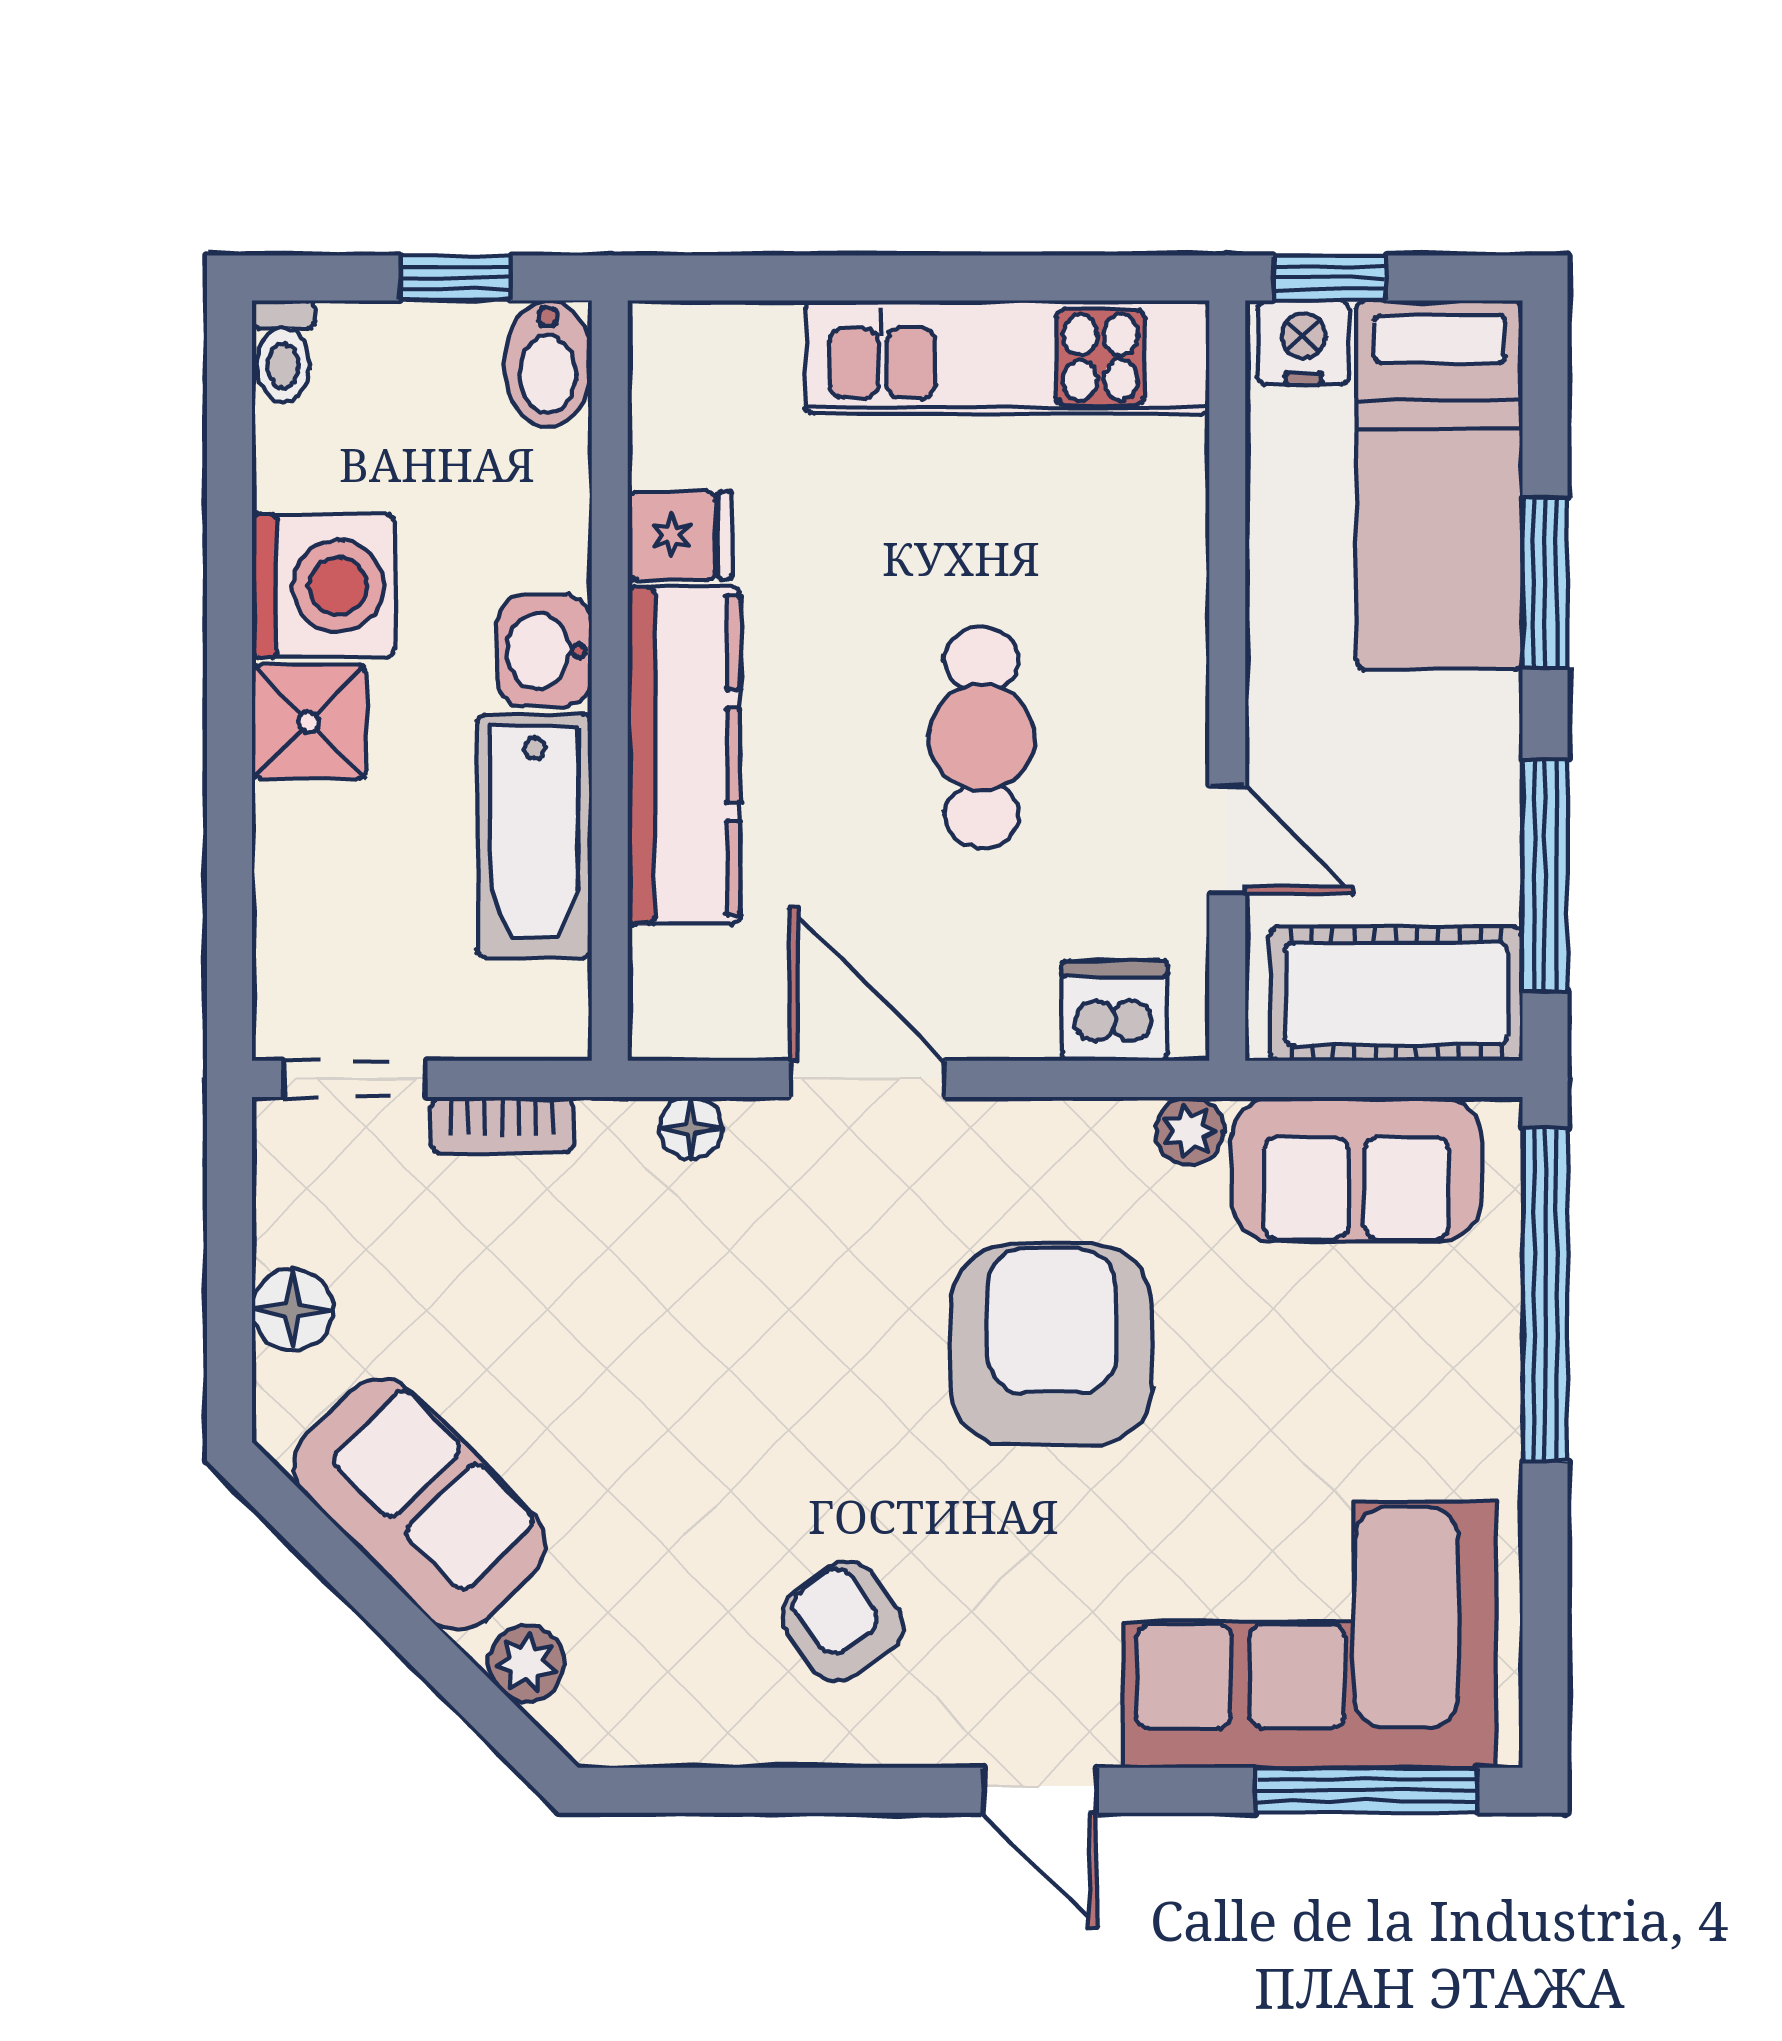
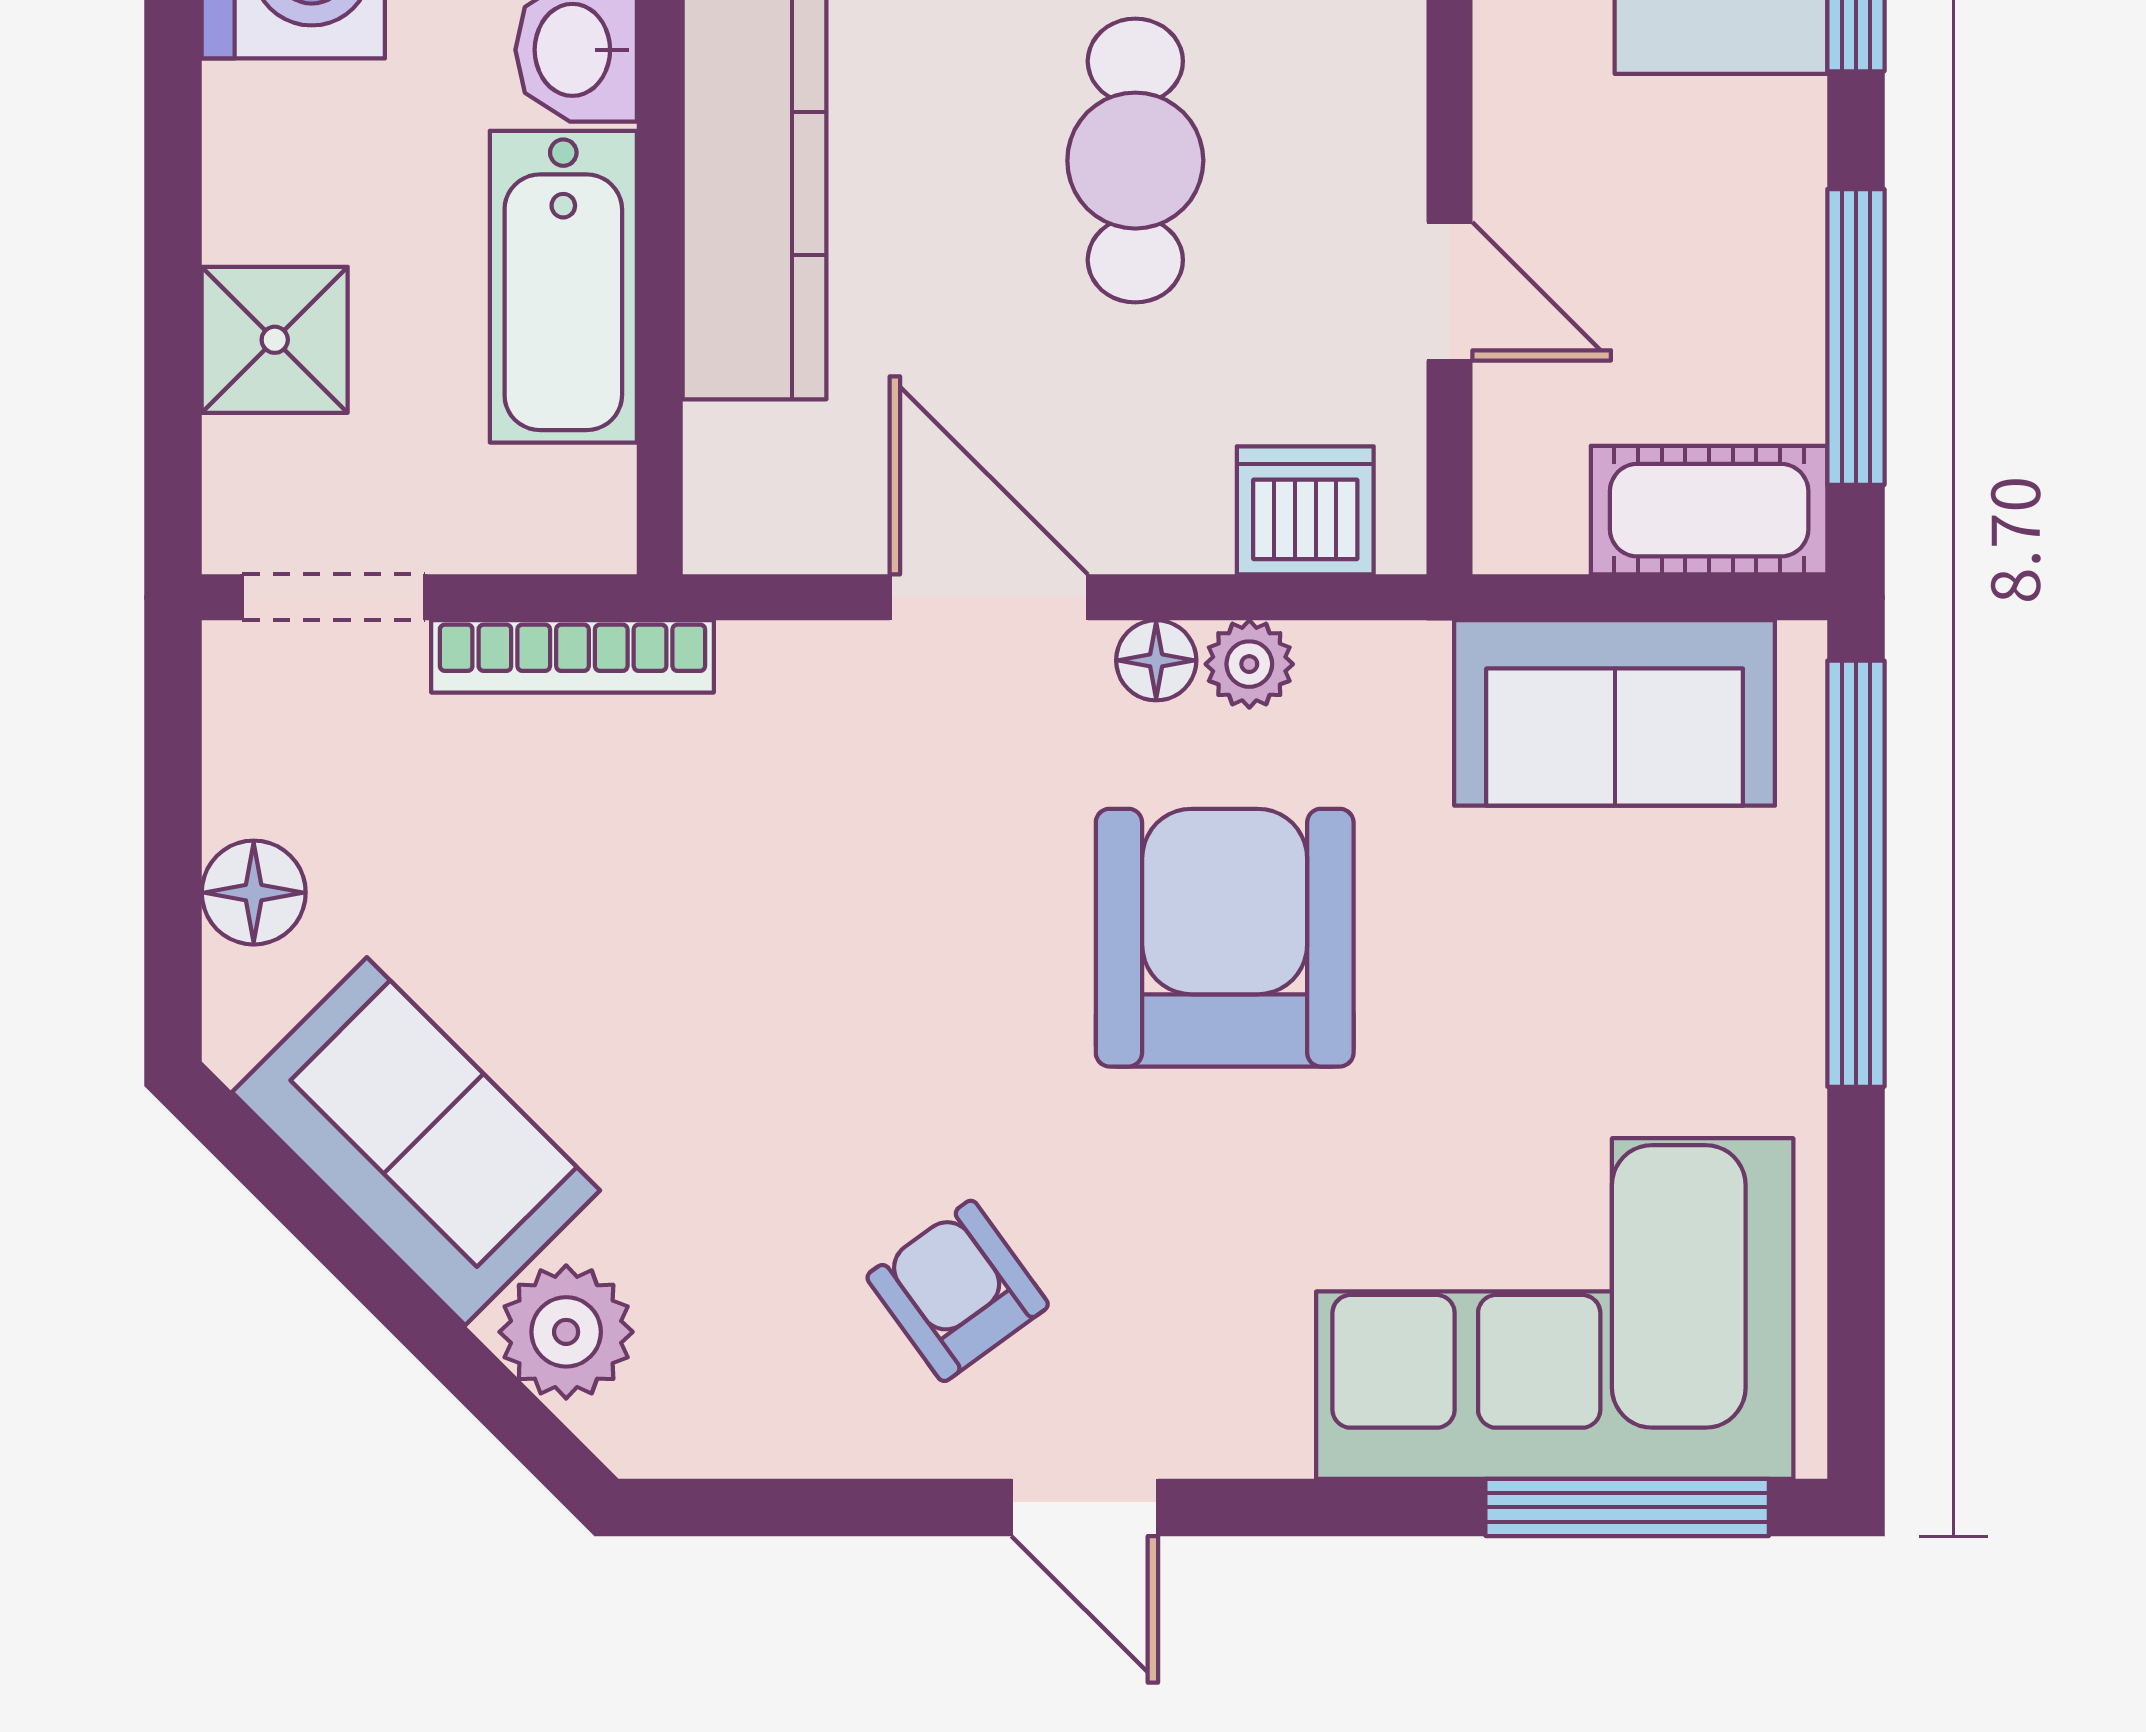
shower: (309, 722) -> (275, 340), moved
cot: (1396, 994) -> (1709, 510), width x0.73, depth x0.75
bookcase: (502, 1125) -> (572, 656), width x1.56
floor lamp: (691, 1128) -> (1156, 660), moved
plant: (1189, 1131) -> (1249, 664), moved
plant: (527, 1663) -> (566, 1332), width x1.38, depth x1.38
door: (1040, 1790) -> (1085, 1507), moved

